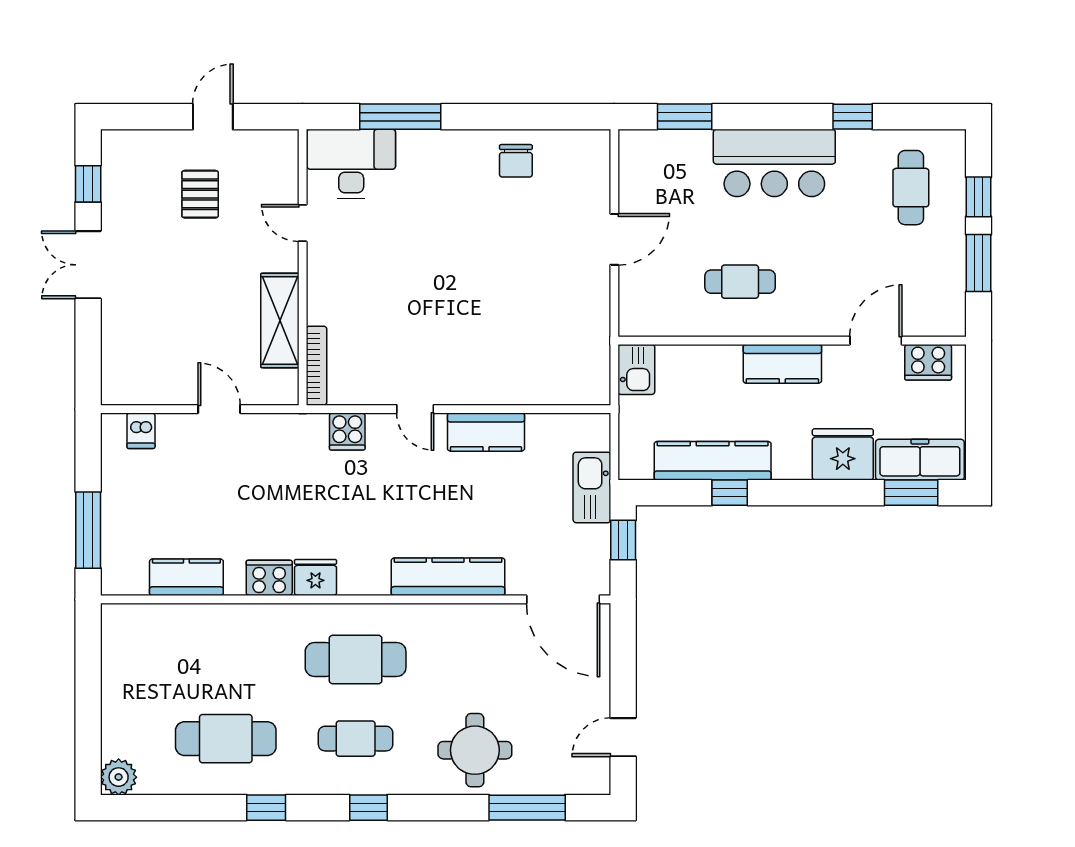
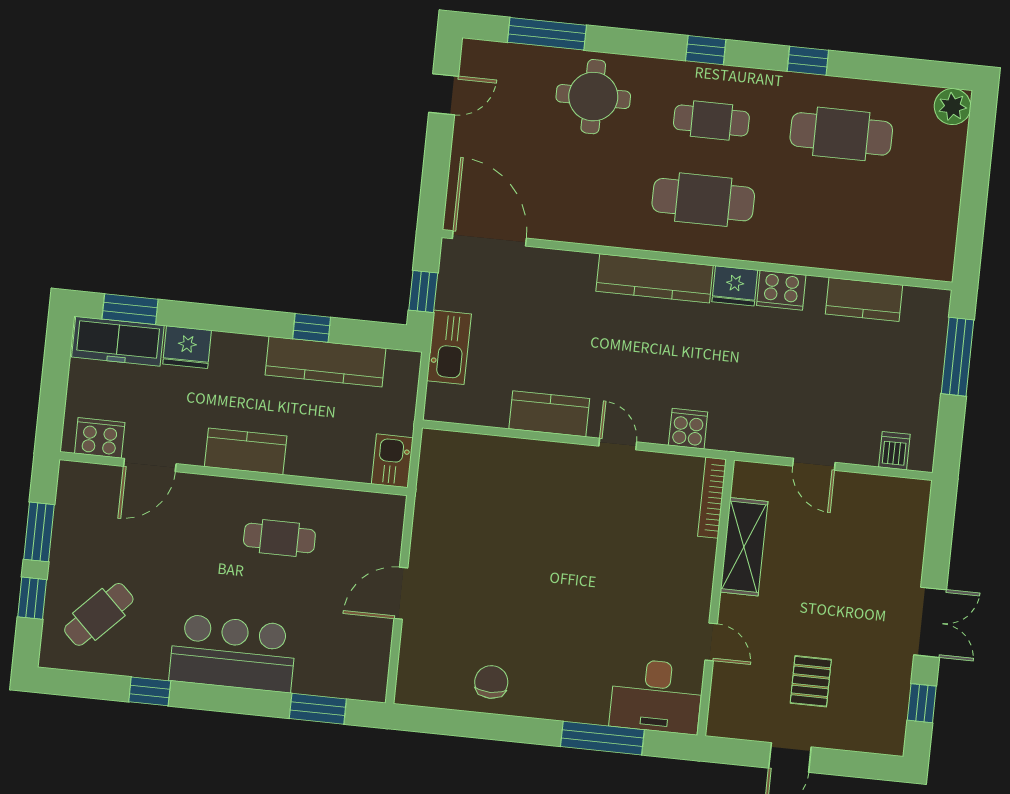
cafe table: (911, 188) -> (99, 614), turned 44
fridge: (843, 454) -> (187, 347), width x0.73, depth x0.75
kitchen counter: (448, 577) -> (655, 278), moved

